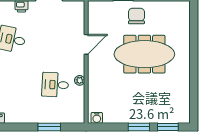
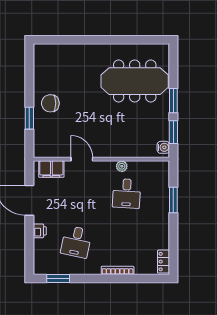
filing cabinet: (77, 17) -> (51, 169), added
meeting table: (144, 54) -> (135, 81), moved, turned 90
window: (168, 127) -> (173, 132), moved

